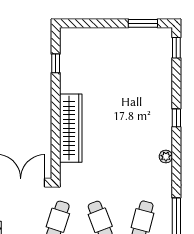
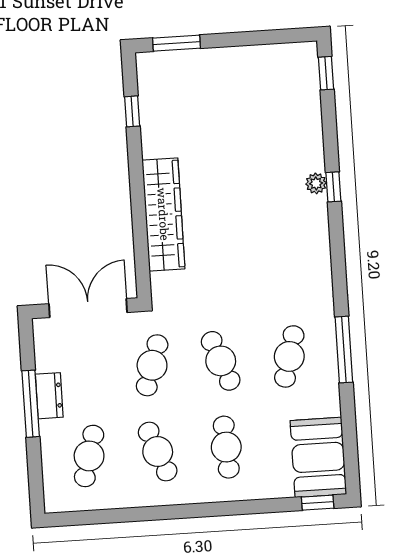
window: (143, 23) -> (176, 43), moved
plant: (166, 157) -> (316, 183), moved

